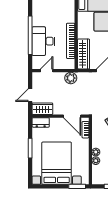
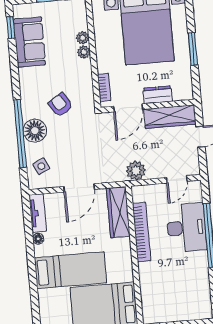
wardrobe: (42, 109) -> (170, 117), width x1.50
door: (72, 116) -> (128, 108), swing flipped
dresser: (41, 122) -> (158, 95), moved

